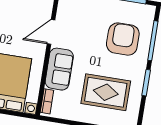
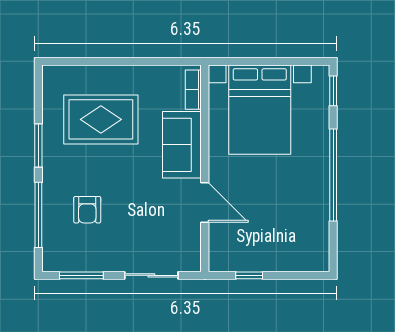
door: (51, 32) -> (205, 202), hinge flipped
armchair: (123, 39) -> (87, 210), width x0.53, depth x0.53

